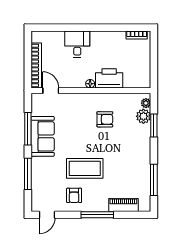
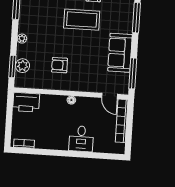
printer: (109, 78) -> (26, 102), moved
plant: (146, 103) -> (22, 39), moved
window: (154, 125) -> (12, 66), moved
window: (28, 129) -> (133, 73), moved

